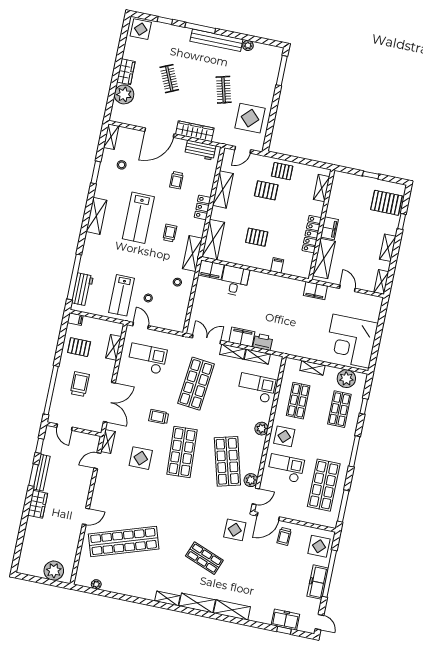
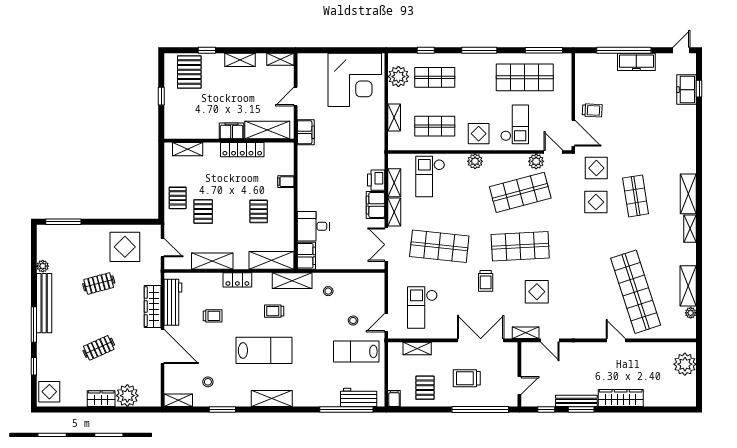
workbench: (200, 150) -> (173, 302), width x1.37
lab bench: (122, 295) -> (356, 351), turned 180
checkout: (286, 468) -> (515, 124), turned 180
wardrobe: (38, 504) -> (621, 398), width x1.50
display table: (319, 546) -> (596, 202), moved
shop shelf: (204, 558) -> (636, 196), turned -30
shelving: (232, 610) -> (688, 286), moved

